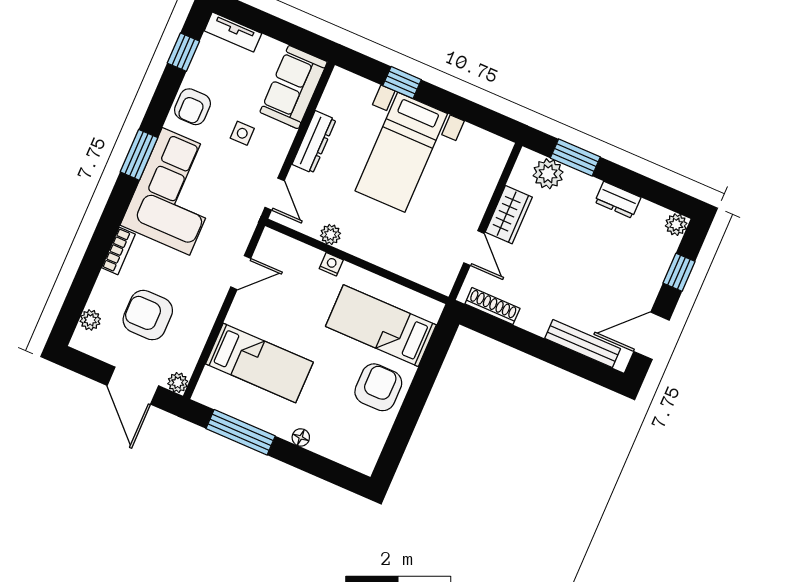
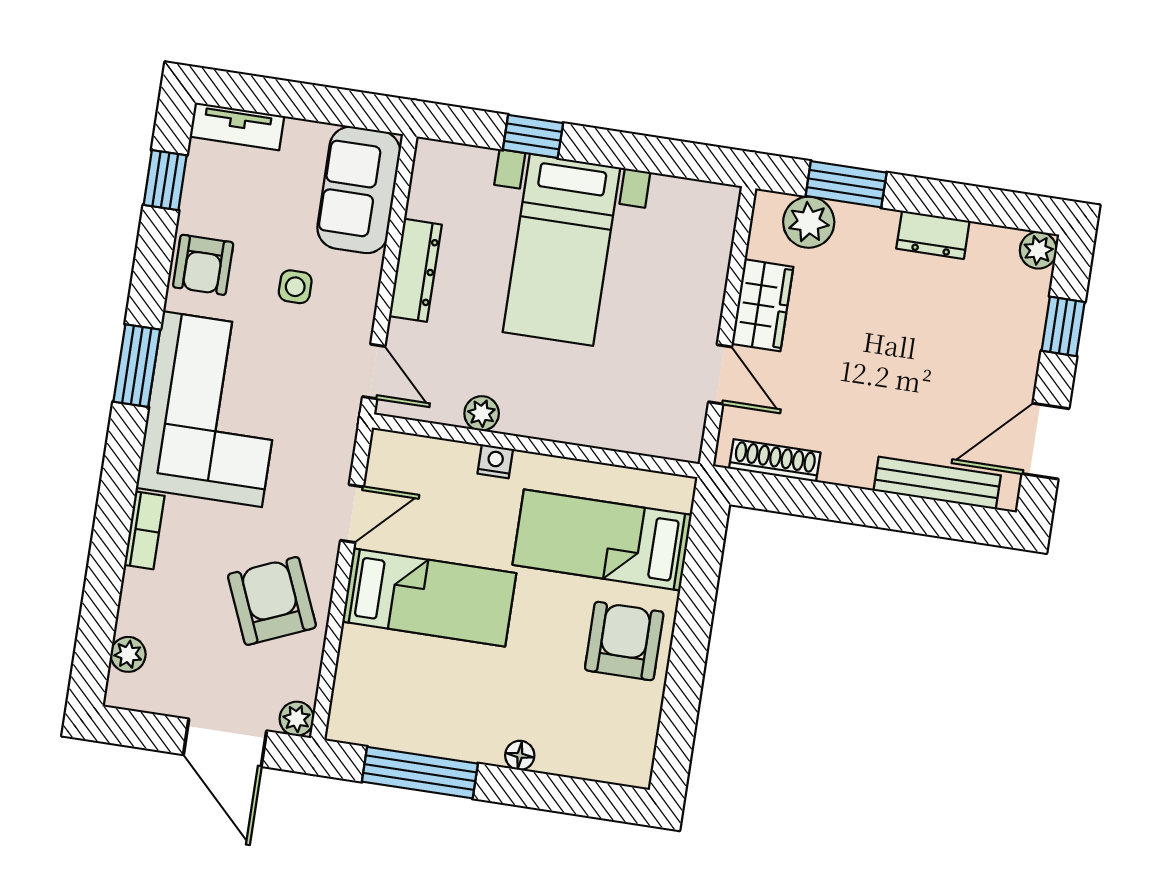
armchair: (148, 315) -> (272, 601), moved, turned 67
bed: (259, 363) -> (429, 597), moved

